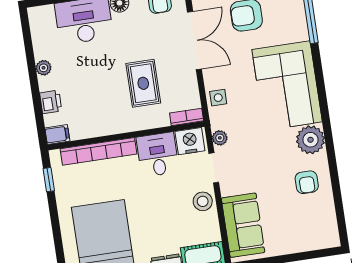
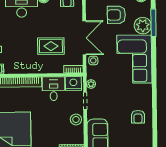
double door: (194, 40) -> (84, 38), moved
rug: (143, 83) -> (51, 46), turned 90
plant: (310, 140) -> (143, 26), moved

